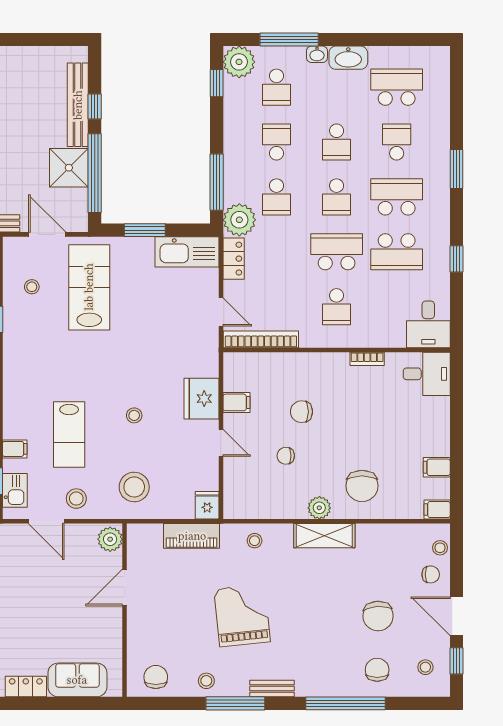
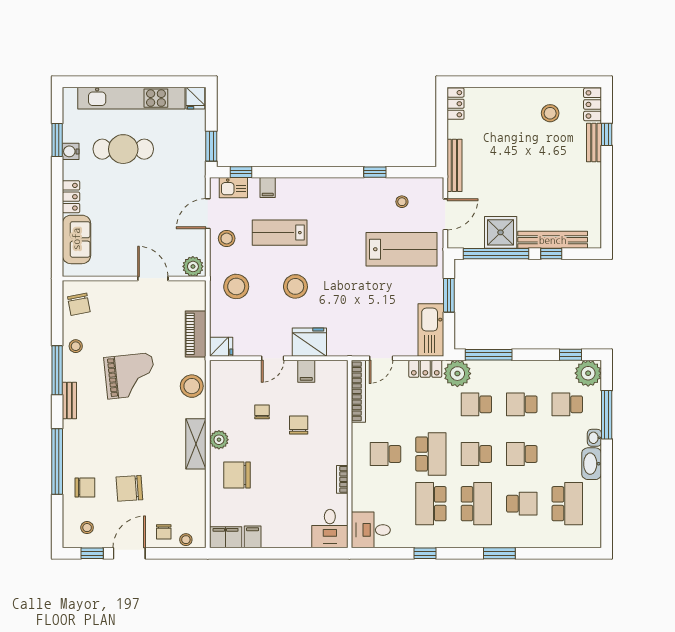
school desk: (277, 142) -> (522, 404), turned 180
stool: (134, 415) -> (295, 286), width x1.89, depth x1.89
filing cabinet: (437, 509) -> (226, 537), width x2.00
stool: (255, 541) -> (192, 386), width x1.89, depth x1.89
chair: (156, 677) -> (79, 304), turned 79

